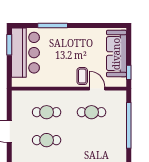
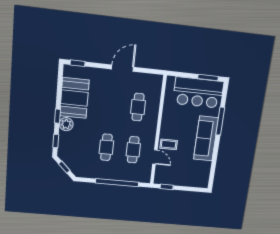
sofa: (116, 54) -> (206, 139), moved, turned -90
door: (97, 89) -> (155, 157), hinge flipped
cafe table: (47, 140) -> (106, 147), moved

